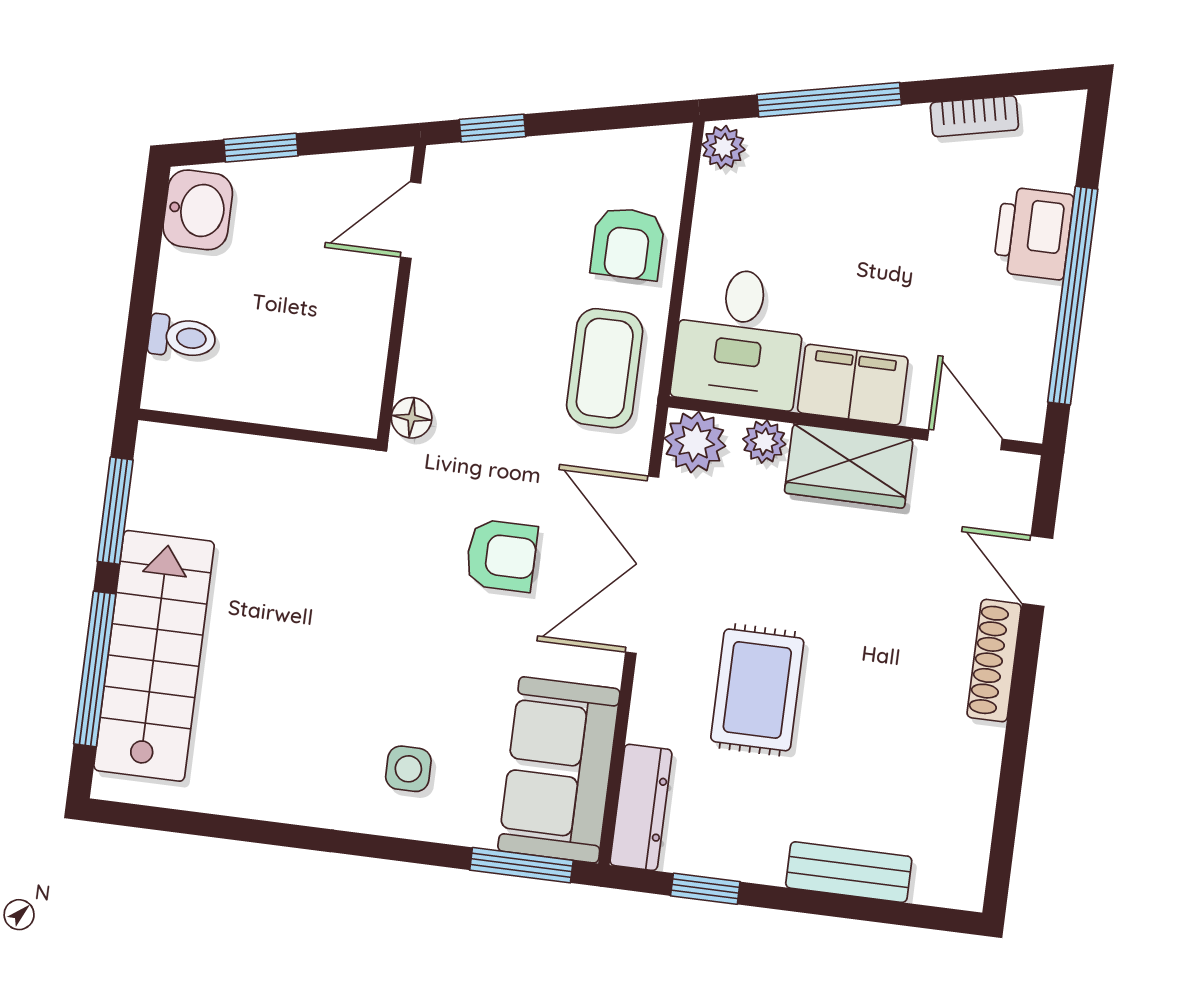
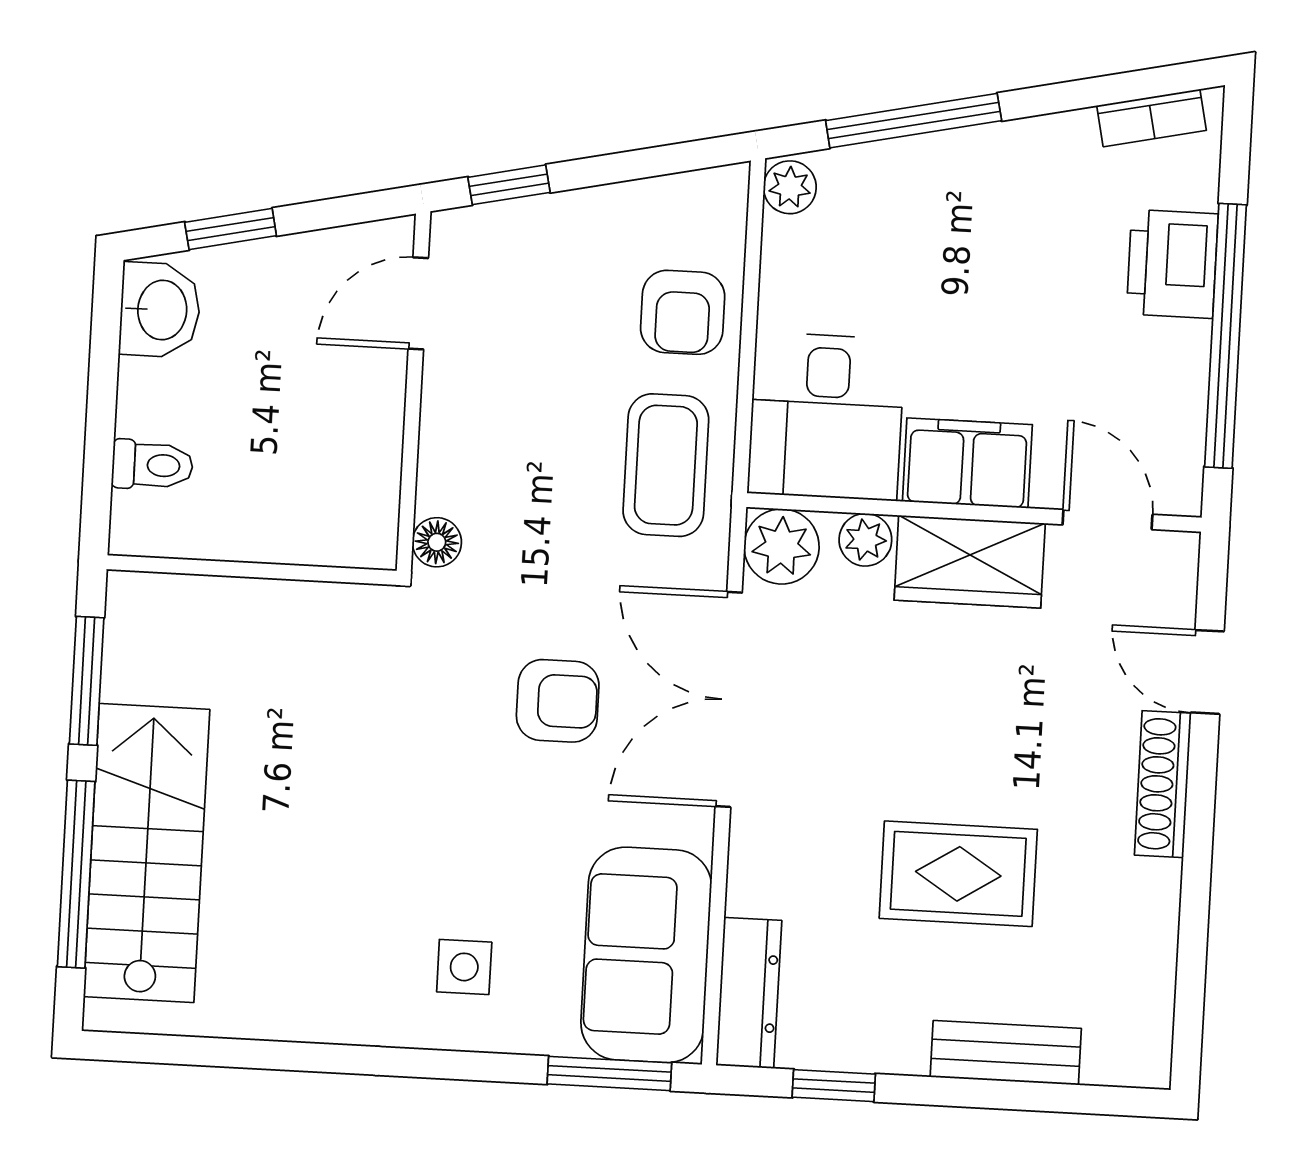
bookcase: (974, 116) -> (1152, 118), moved
rug: (757, 690) -> (958, 874), moved, turned 90

